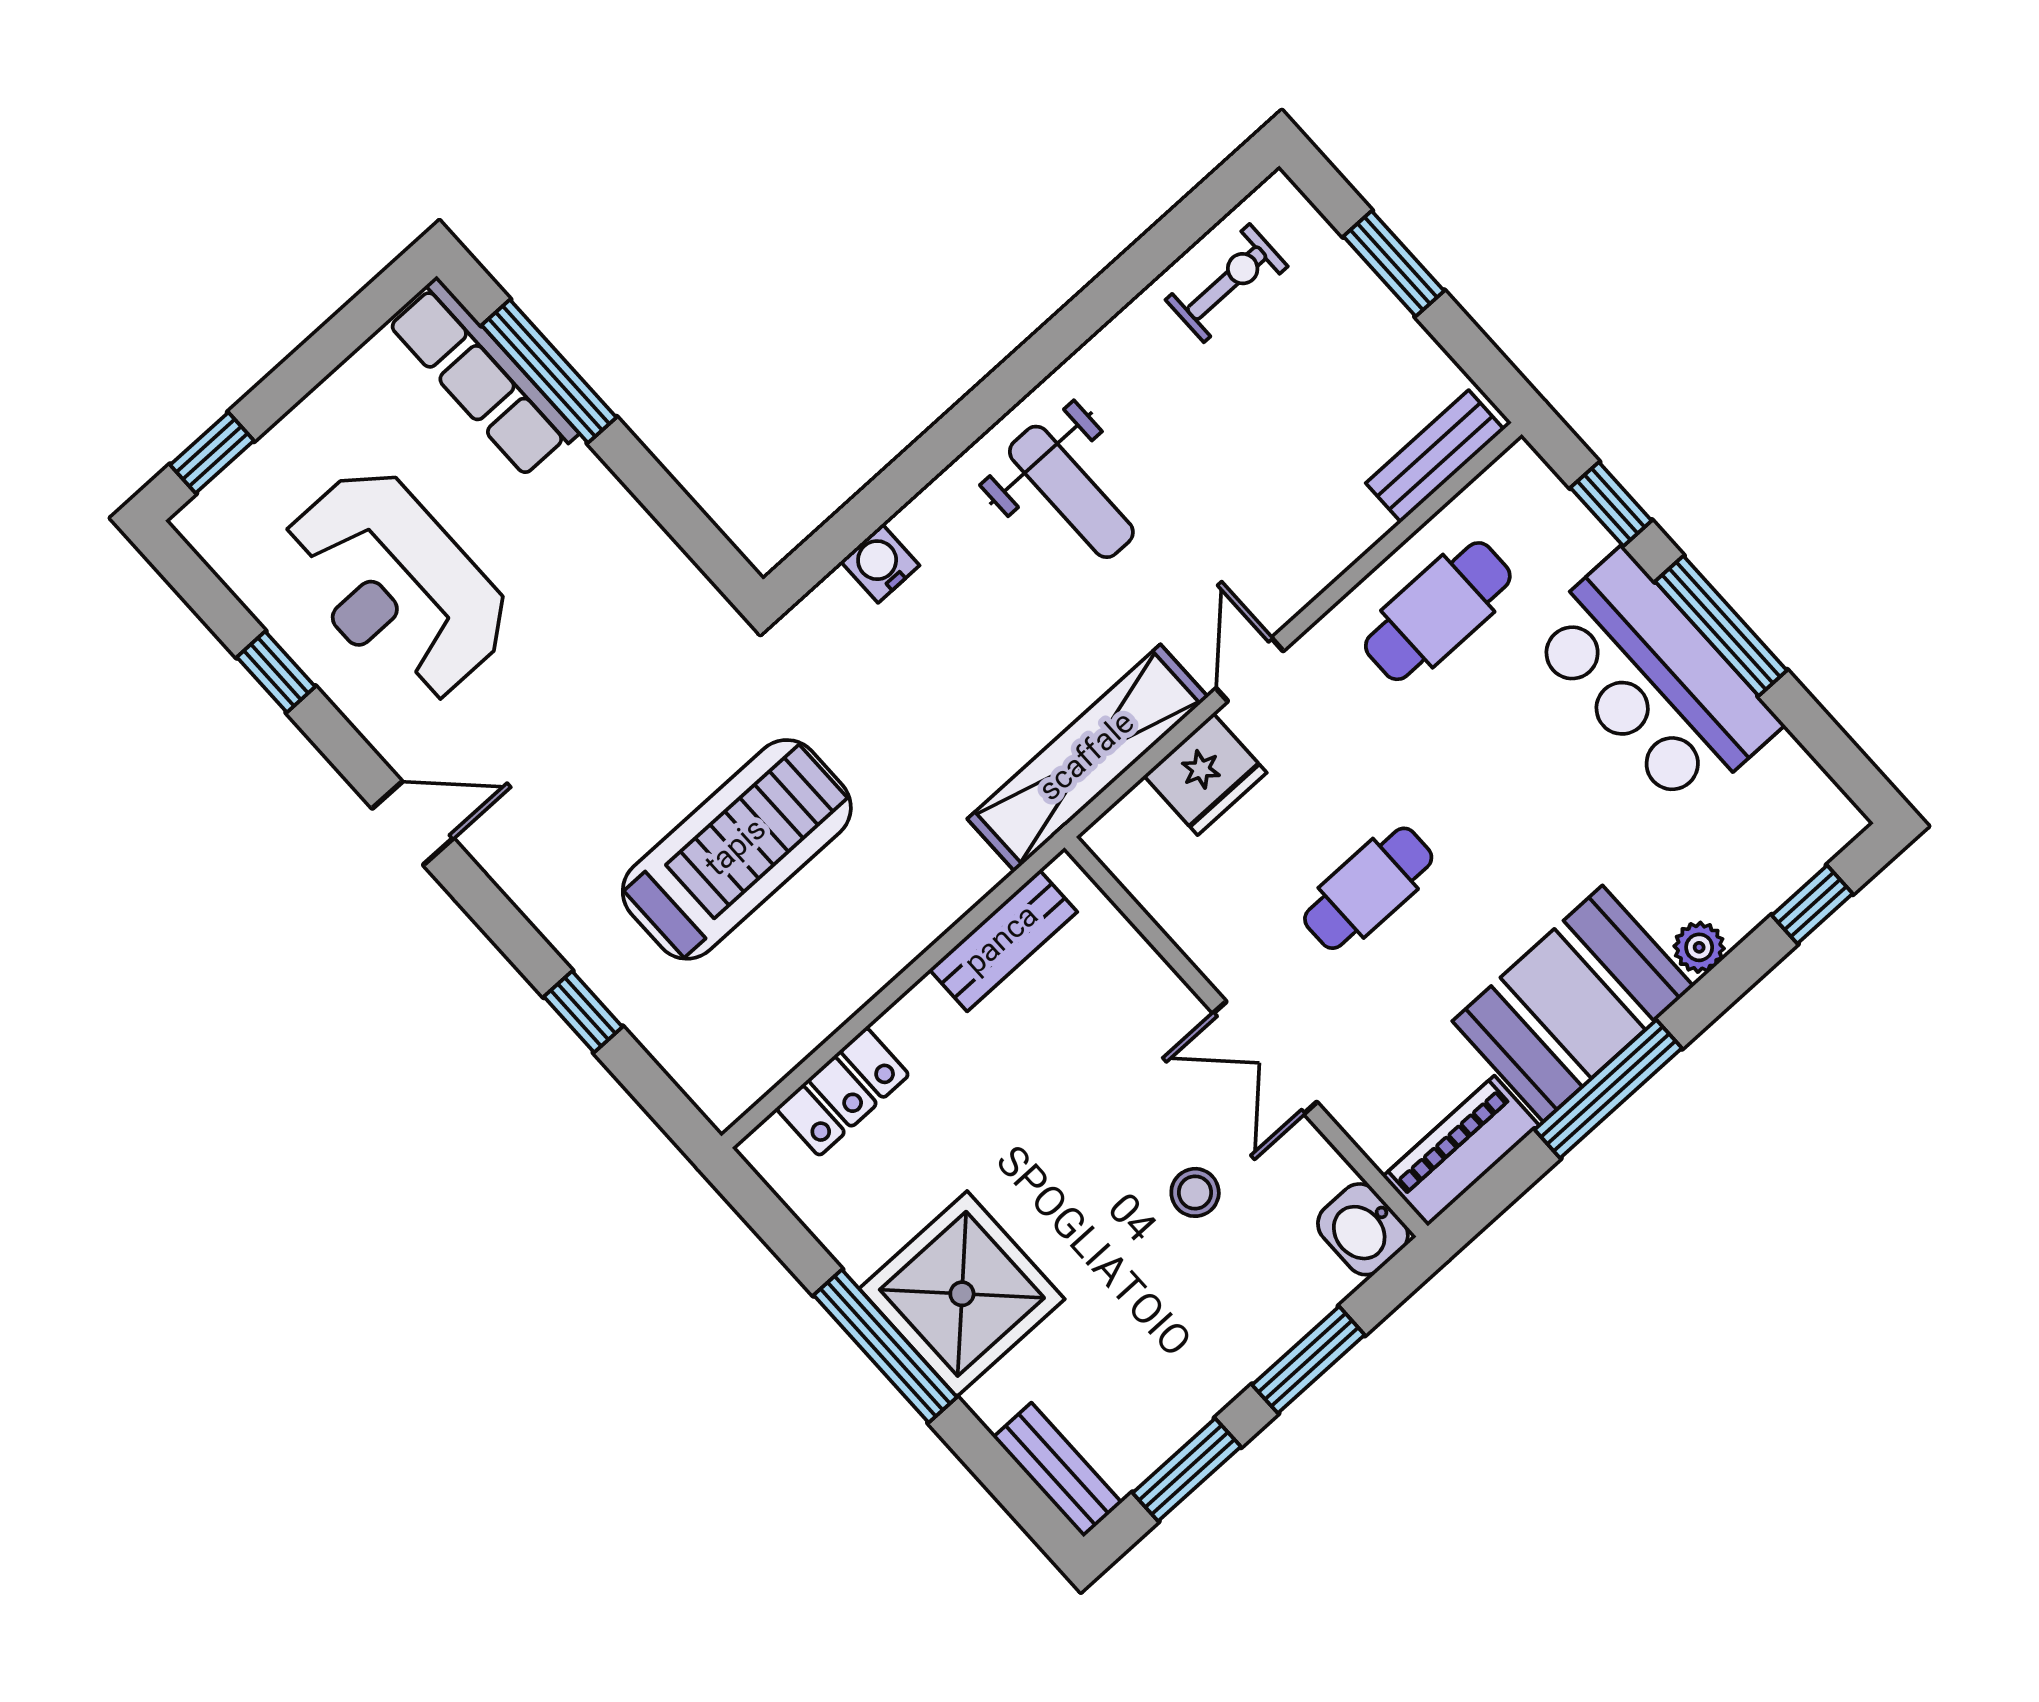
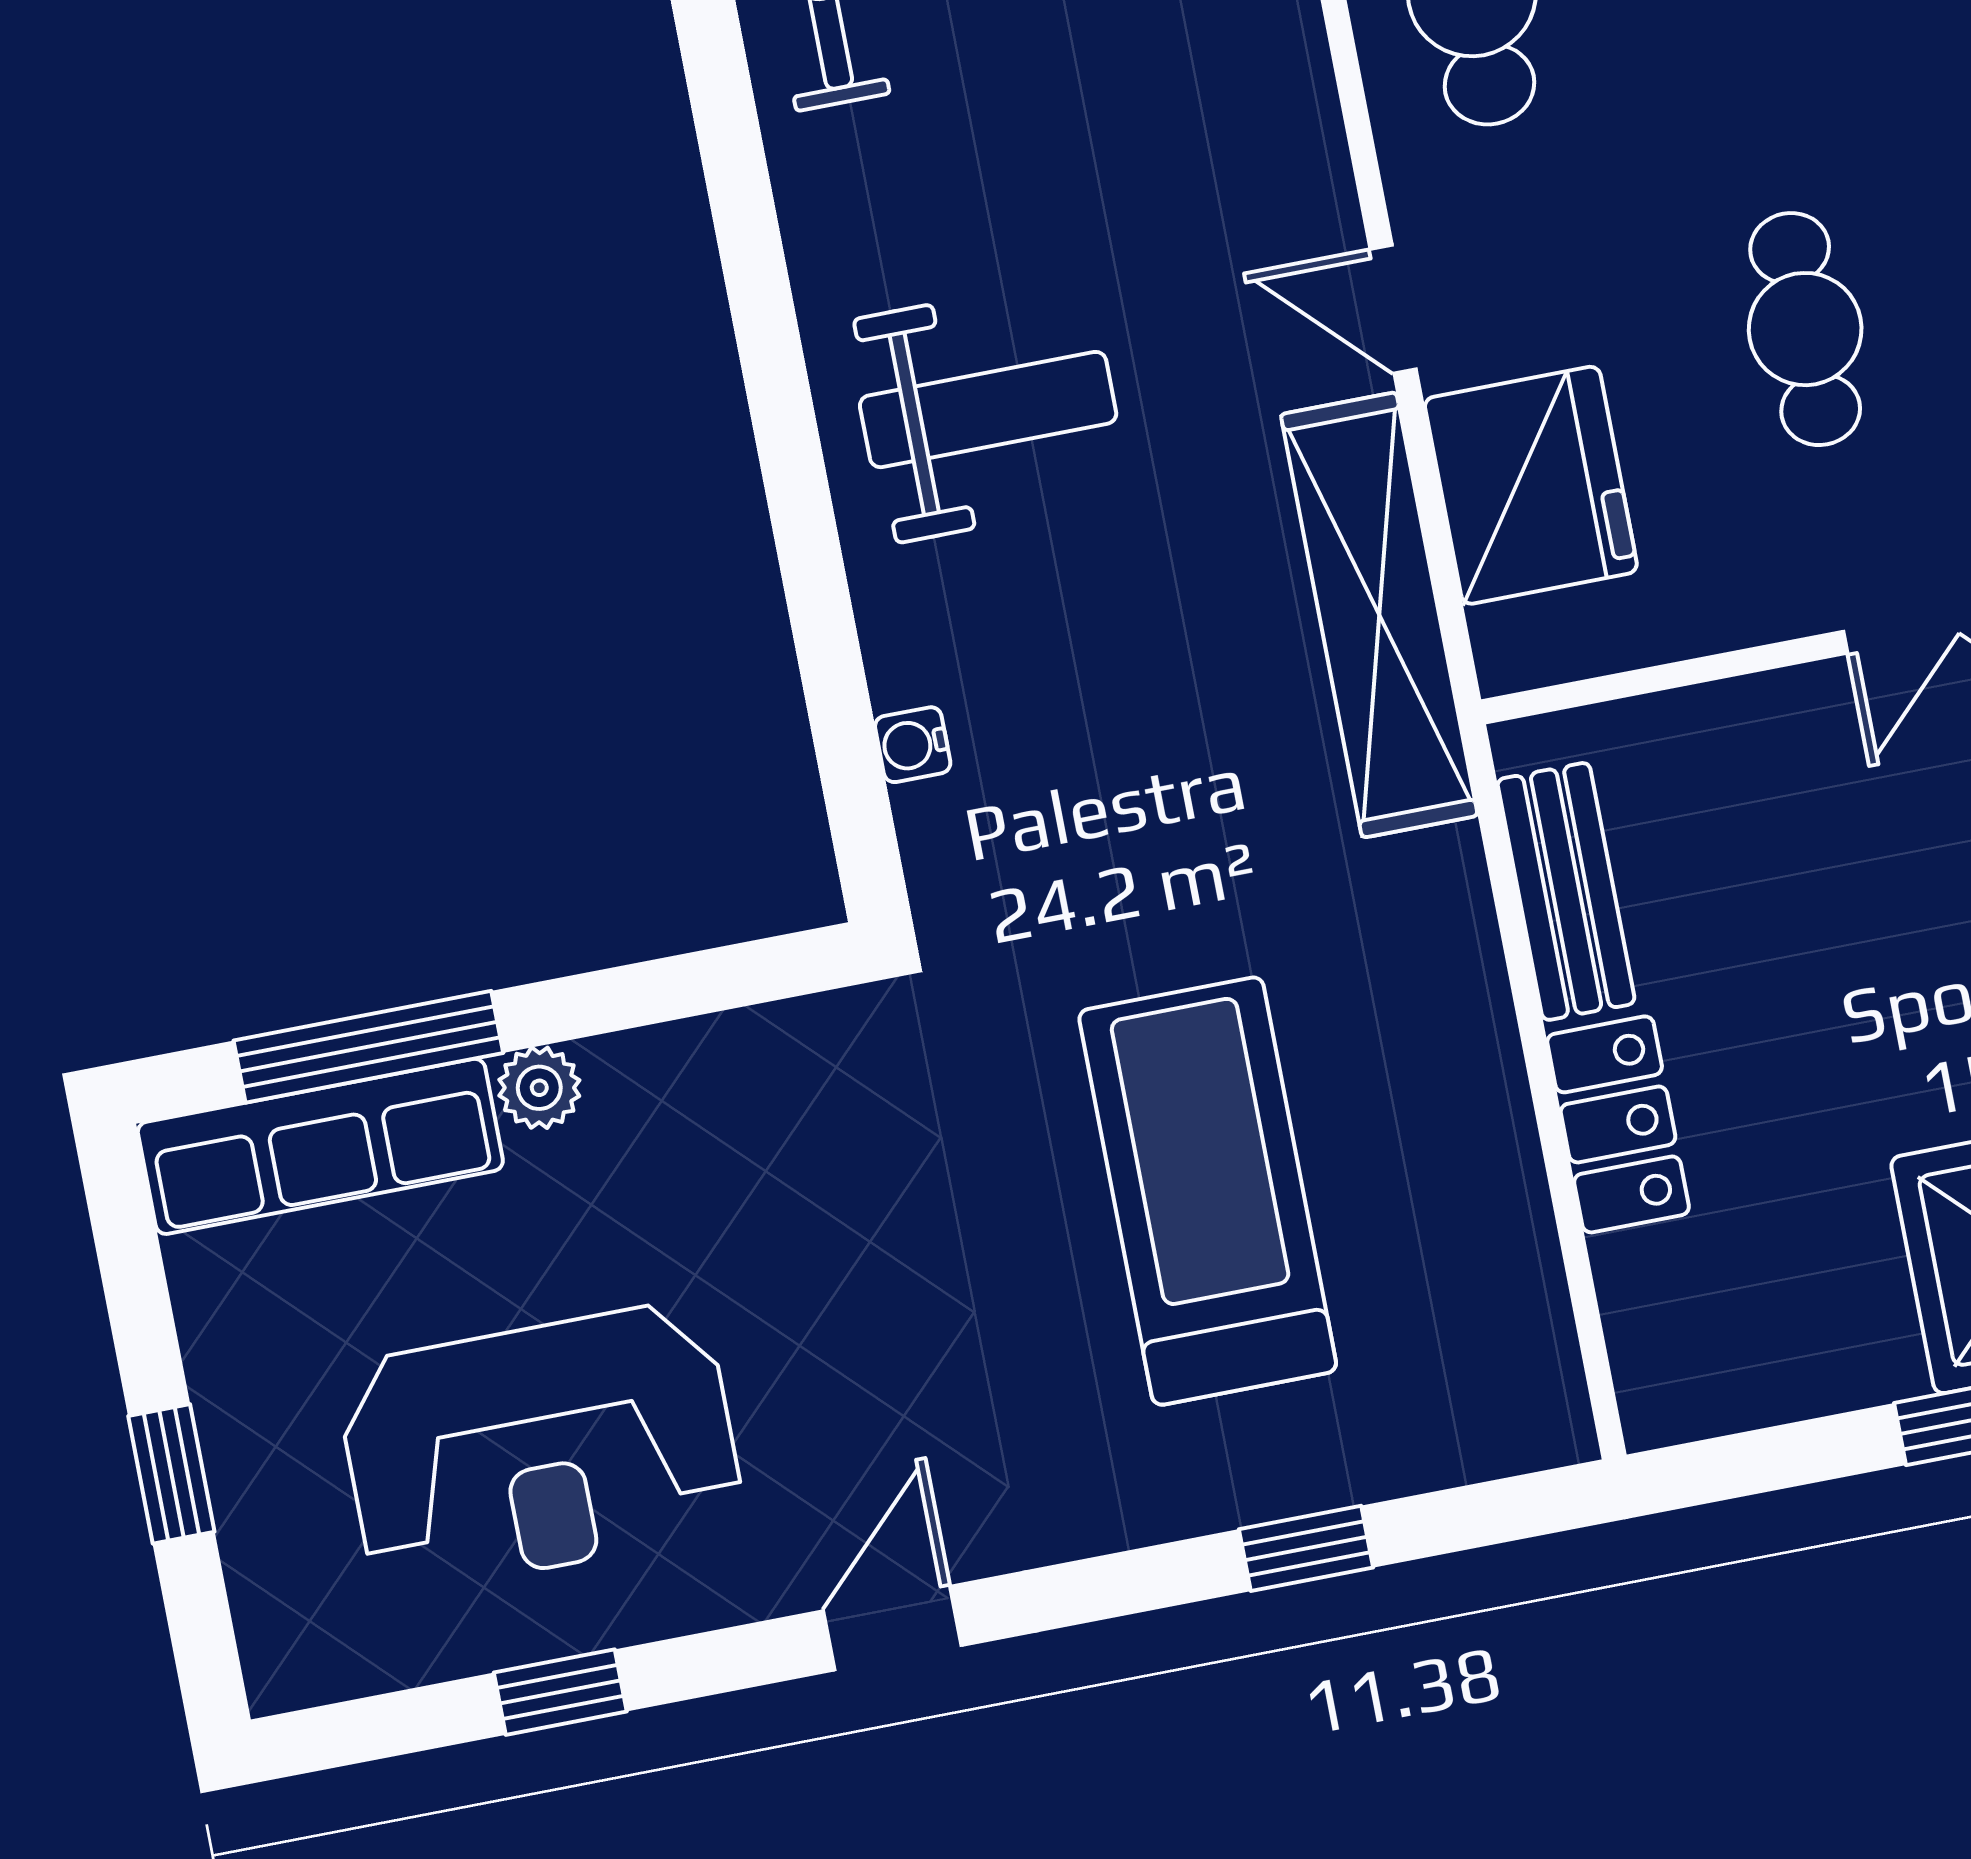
window: (212, 453) -> (171, 1474), moved
plant: (581, 472) -> (539, 1088), added
water cooler: (880, 563) -> (913, 745), width x0.72, depth x0.72
fridge: (1205, 774) -> (1531, 485), width x1.36, depth x1.34
locker: (843, 1092) -> (1618, 1124), moved

